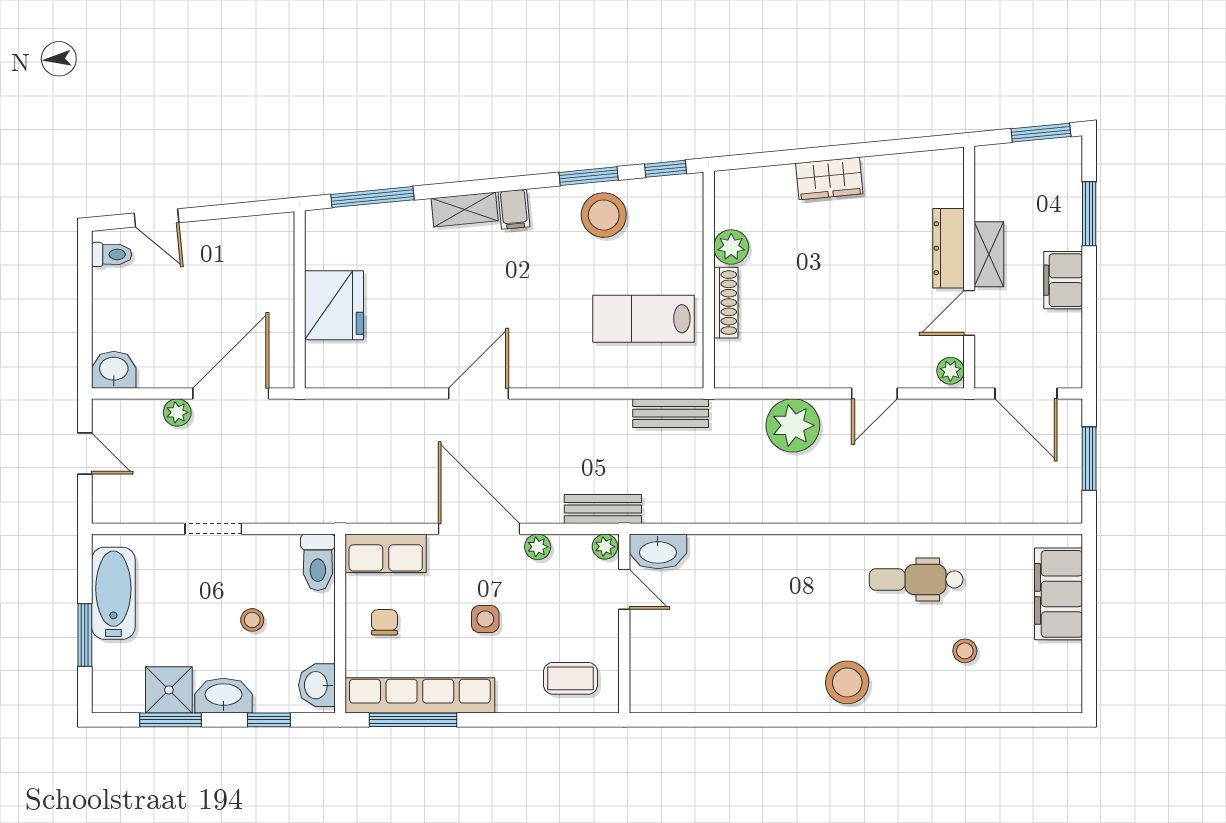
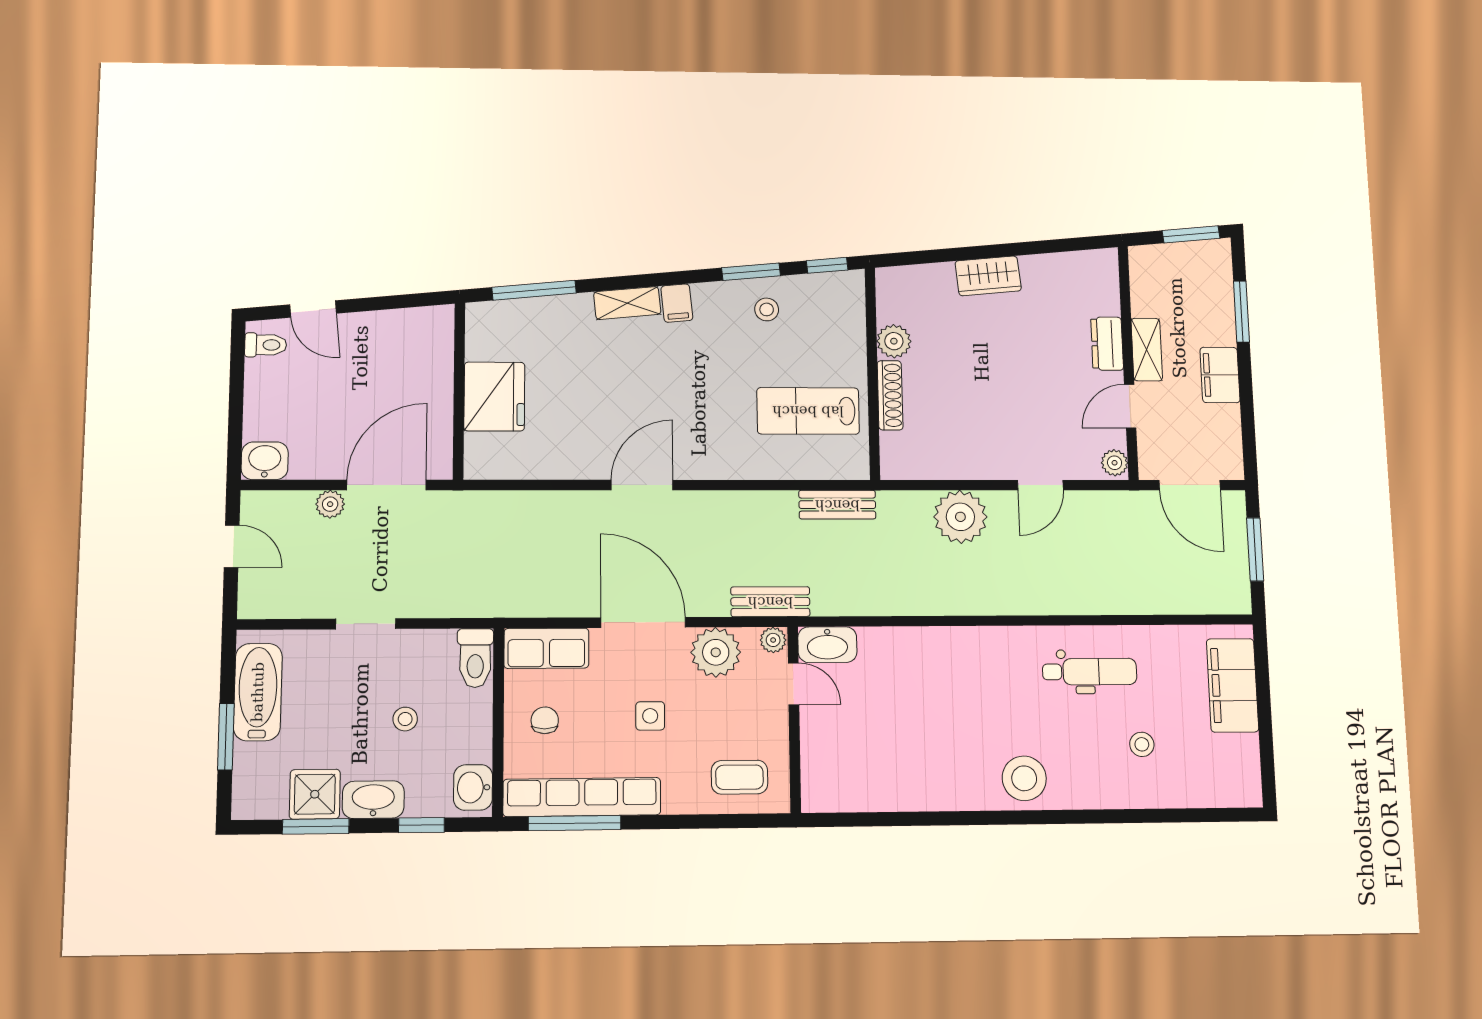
stool: (604, 215) -> (767, 309), width x0.53, depth x0.53
dresser: (948, 248) -> (1107, 344), width x0.70
plant: (538, 547) -> (716, 652), width x1.88, depth x1.88
dental chair: (916, 579) -> (1090, 672), turned 180

